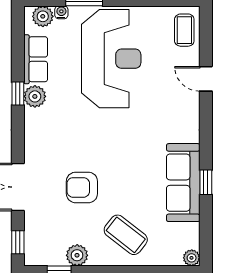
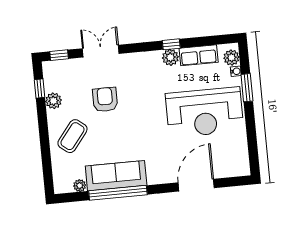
coffee table: (184, 30) -> (231, 165), removed
door: (206, 79) -> (196, 185), width x1.88
window: (206, 182) -> (118, 193), width x3.17
plant: (192, 258) -> (80, 186), moved

